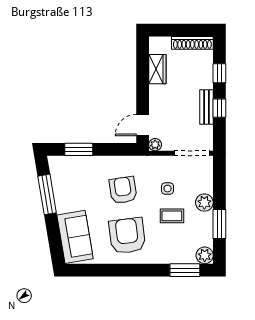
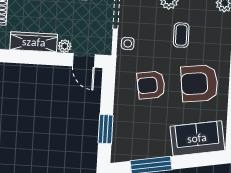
wardrobe: (157, 69) -> (34, 42), width x1.50
plant: (155, 145) -> (65, 46), moved
side table: (168, 189) -> (128, 44), moved

